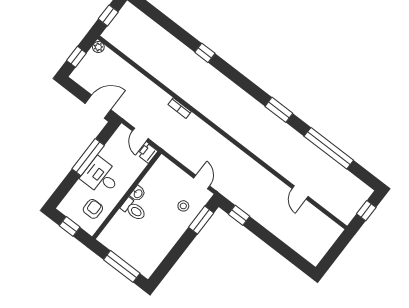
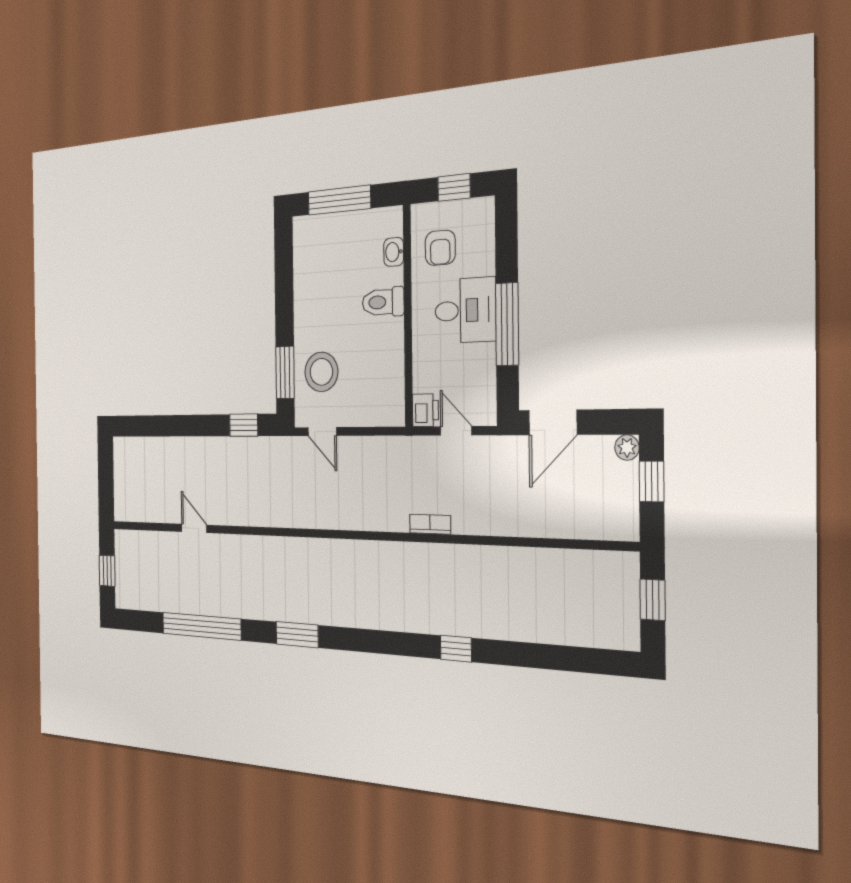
plant: (98, 47) -> (627, 448), moved
washbasin: (138, 194) -> (394, 252), moved
stool: (183, 206) -> (321, 372), width x1.89, depth x1.89

